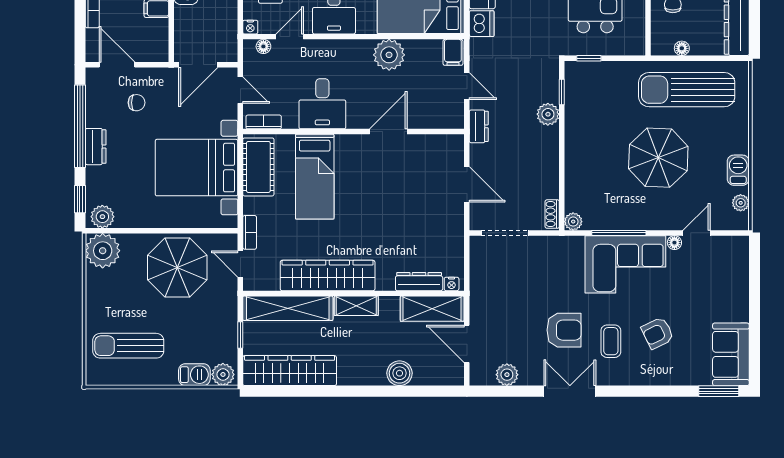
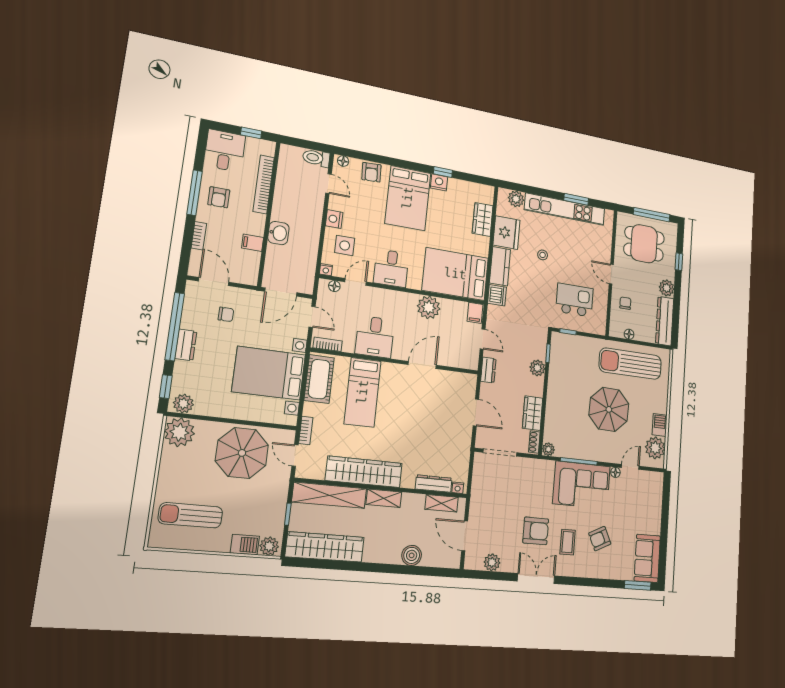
wardrobe: (546, 176) -> (533, 413), added
plant: (741, 203) -> (655, 448), width x1.88, depth x1.88
shelving: (432, 309) -> (442, 503), width x0.67, depth x0.75

